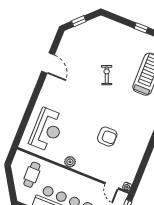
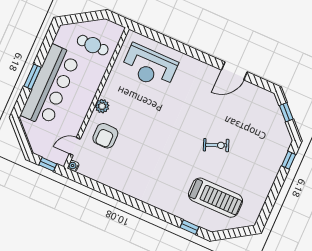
window: (141, 28) -> (289, 160), moved
armchair: (107, 137) -> (105, 136), moved
plant: (70, 162) -> (102, 106), moved

